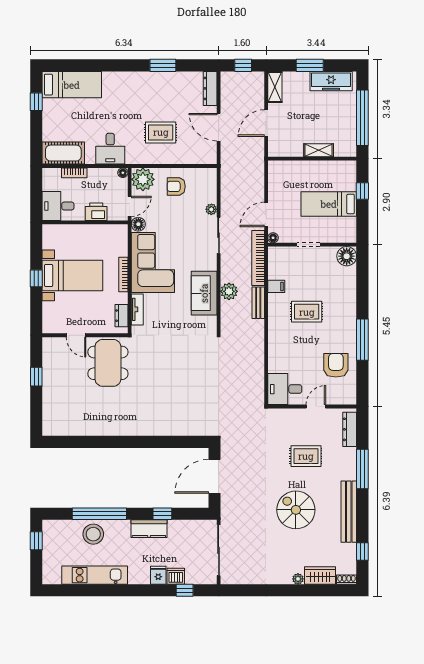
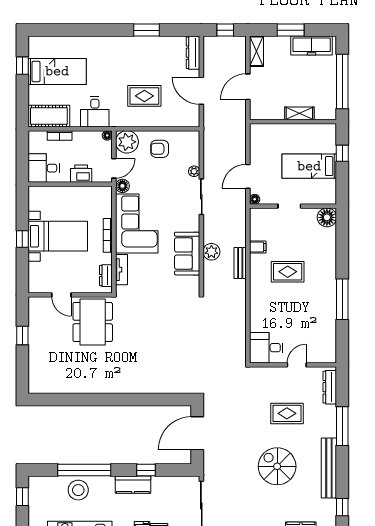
bed: (72, 85) -> (57, 71), moved
bookcase: (258, 258) -> (240, 219), removed
armchair: (336, 365) -> (316, 324), removed

